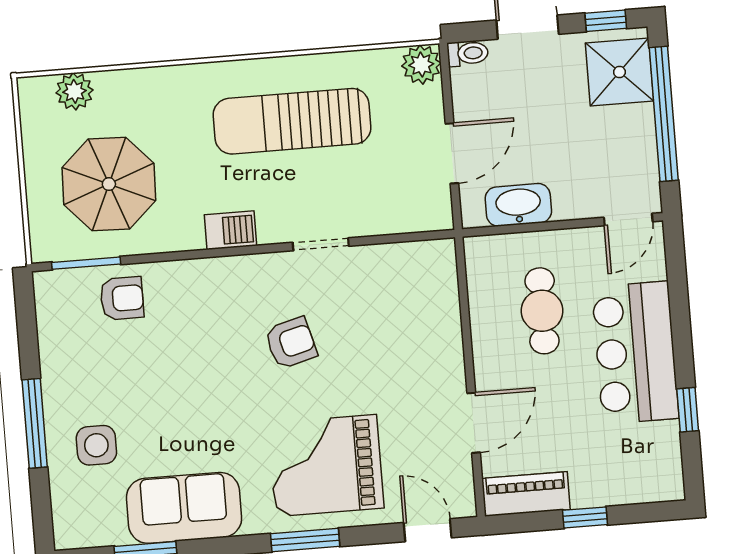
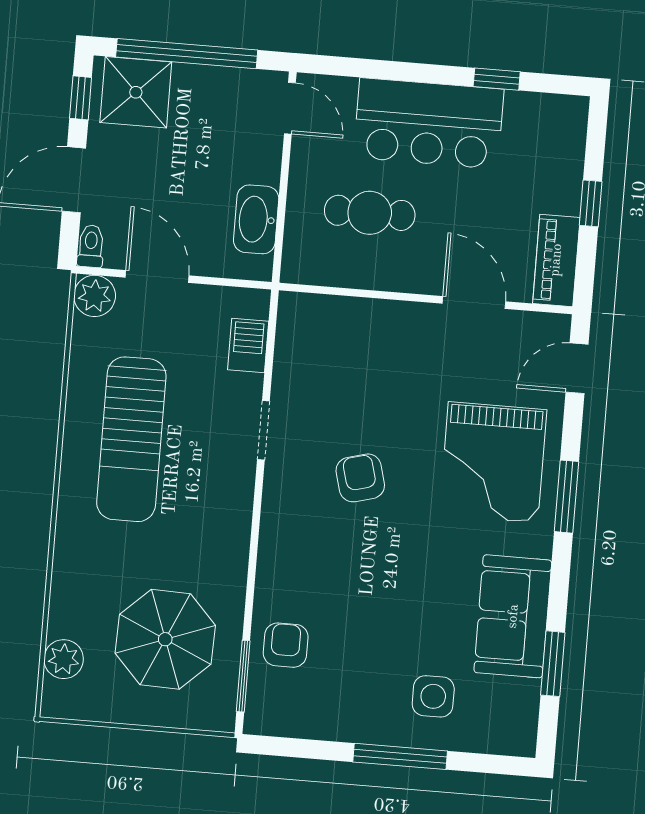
door: (452, 153) -> (157, 276), moved
barbecue: (231, 230) -> (248, 346), moved

